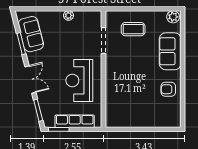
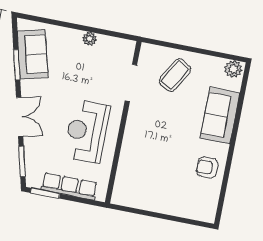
coffee table: (133, 29) -> (175, 75), turned -60

